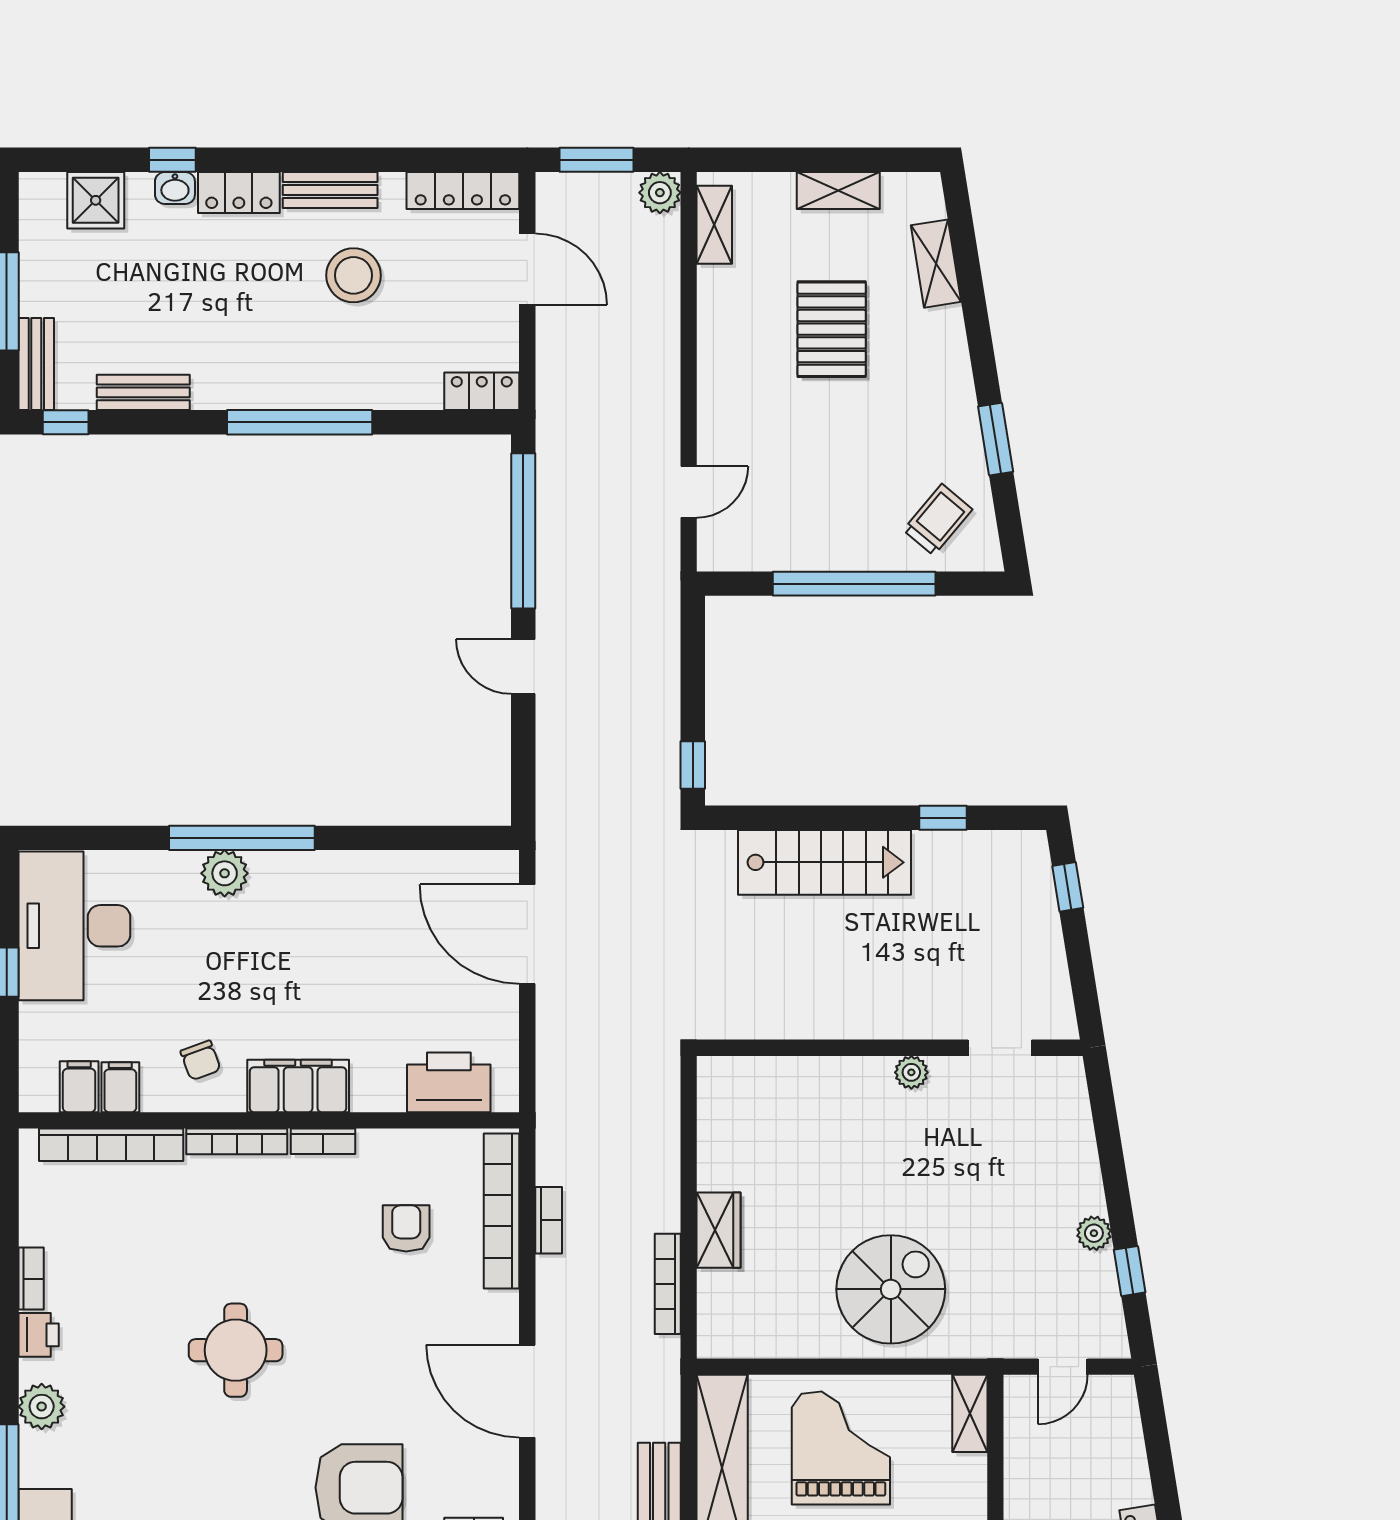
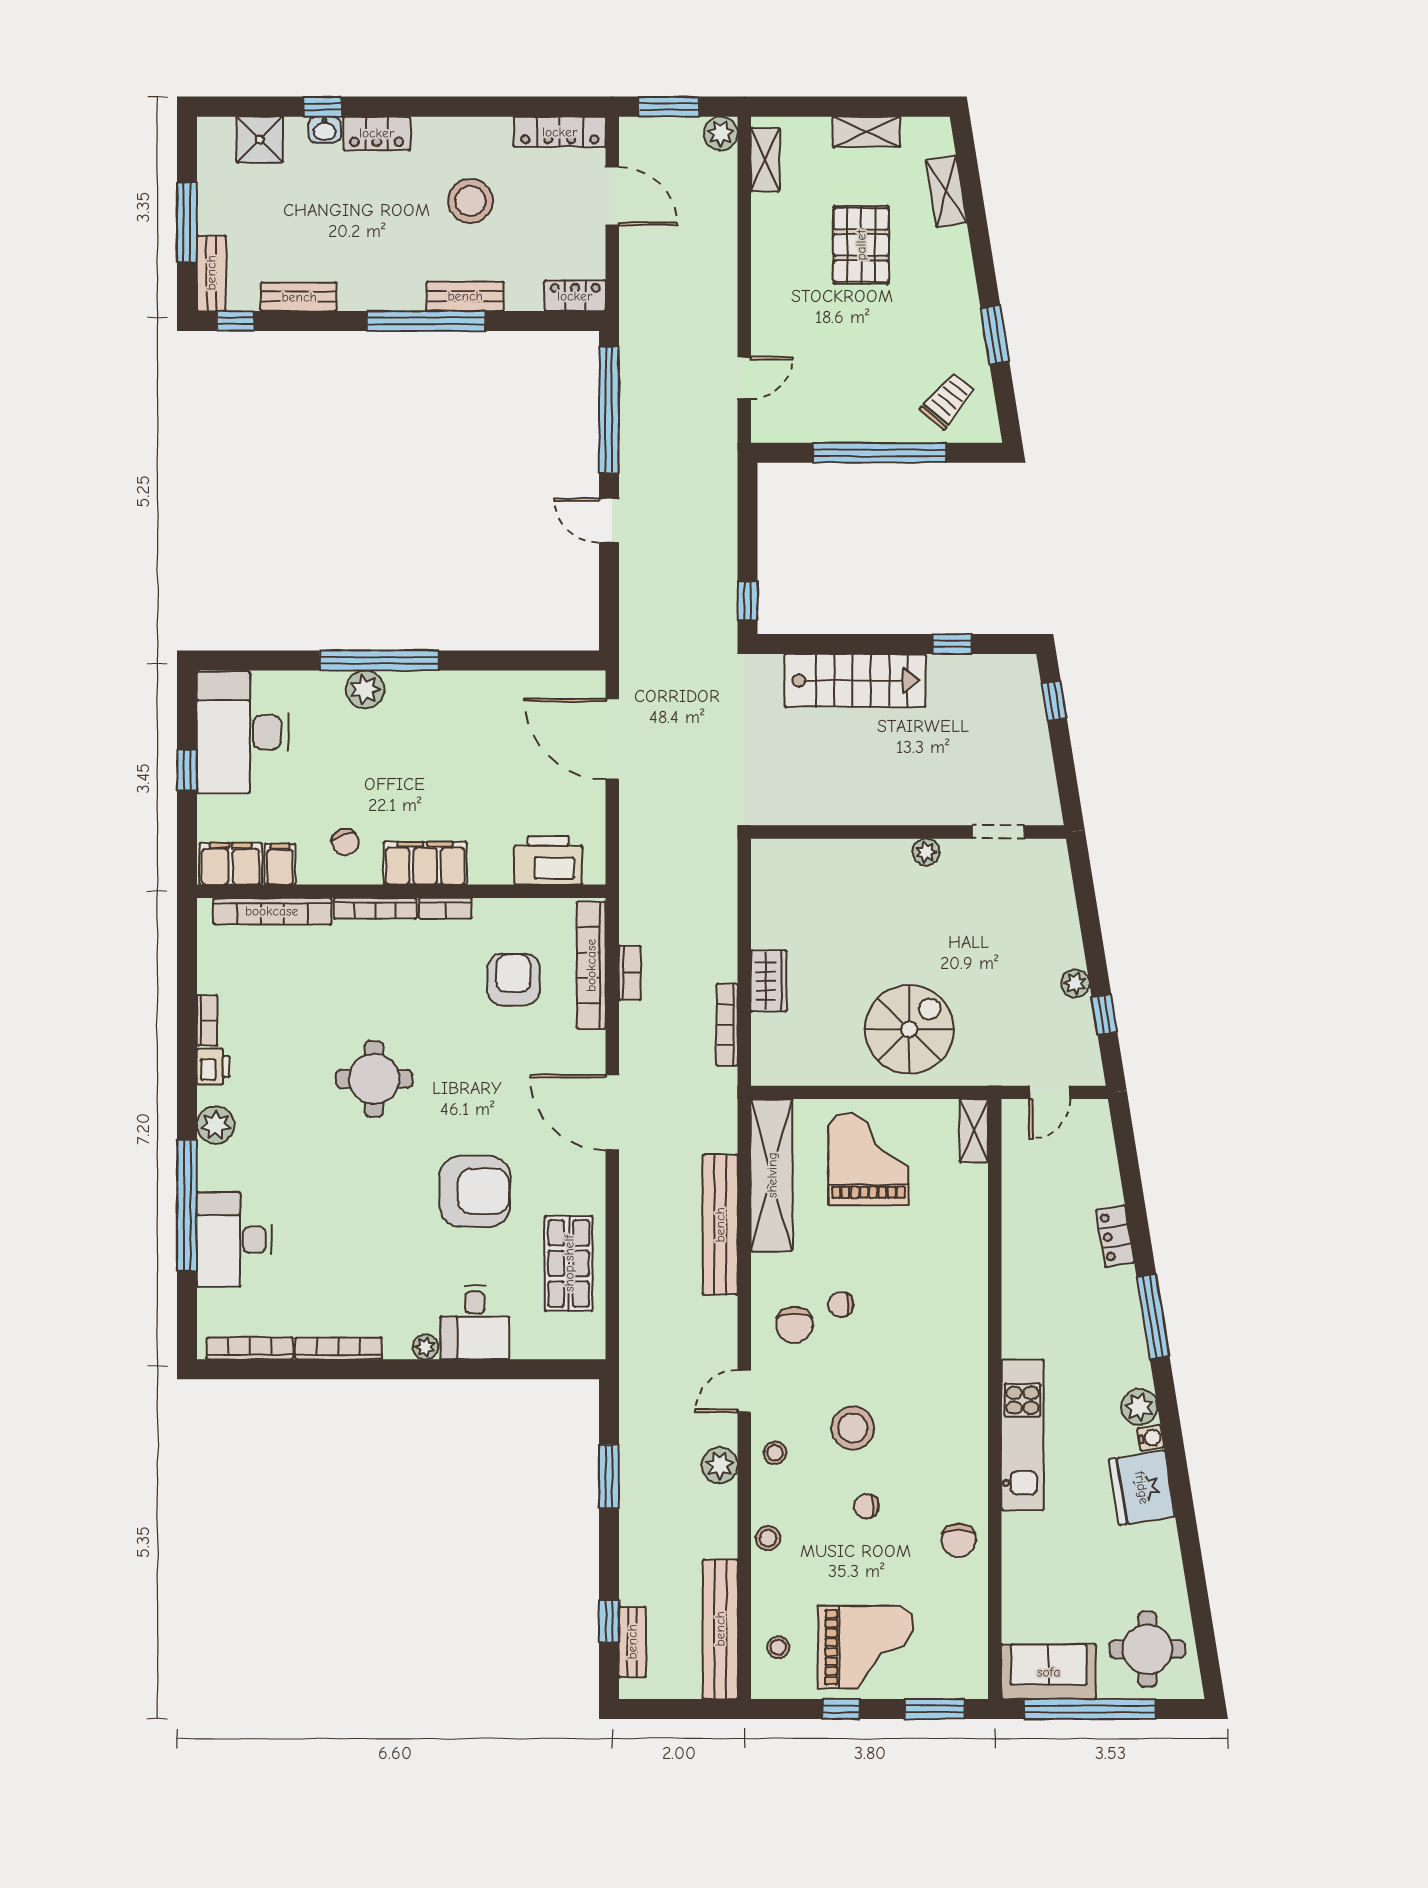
bench: (330, 190) -> (465, 296), moved
filing cabinet: (79, 1087) -> (231, 864), width x2.00
armchair: (406, 1228) -> (513, 979), width x1.38, depth x1.38

